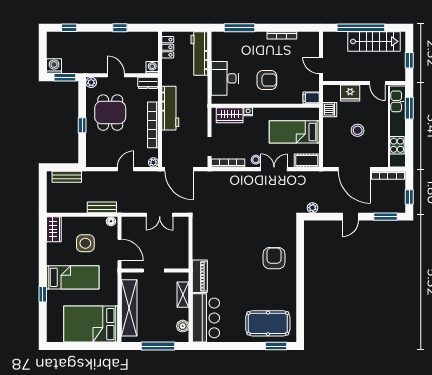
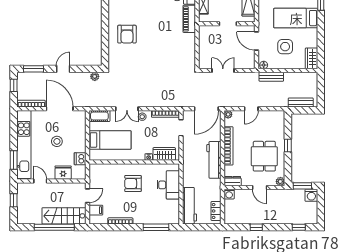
stairs: (374, 41) -> (64, 216), moved
door: (321, 65) -> (87, 196), hinge flipped
filing cabinet: (311, 98) -> (96, 210), moved
door: (179, 169) -> (206, 109), swing flipped

